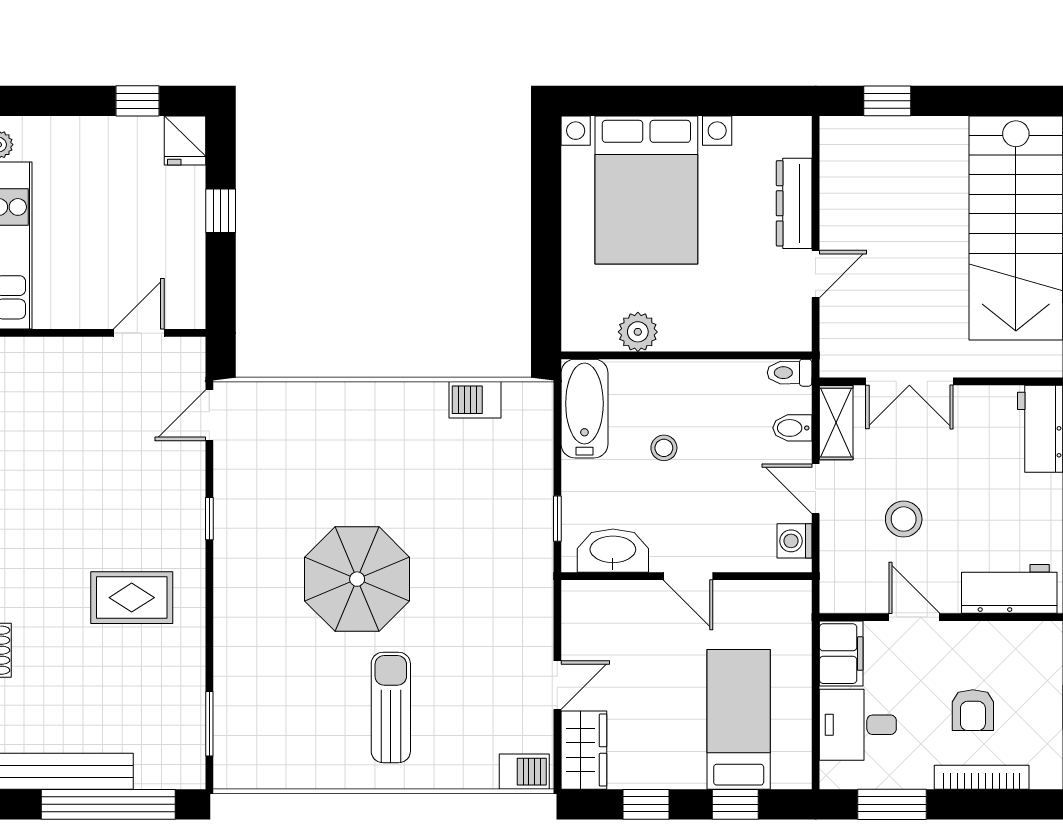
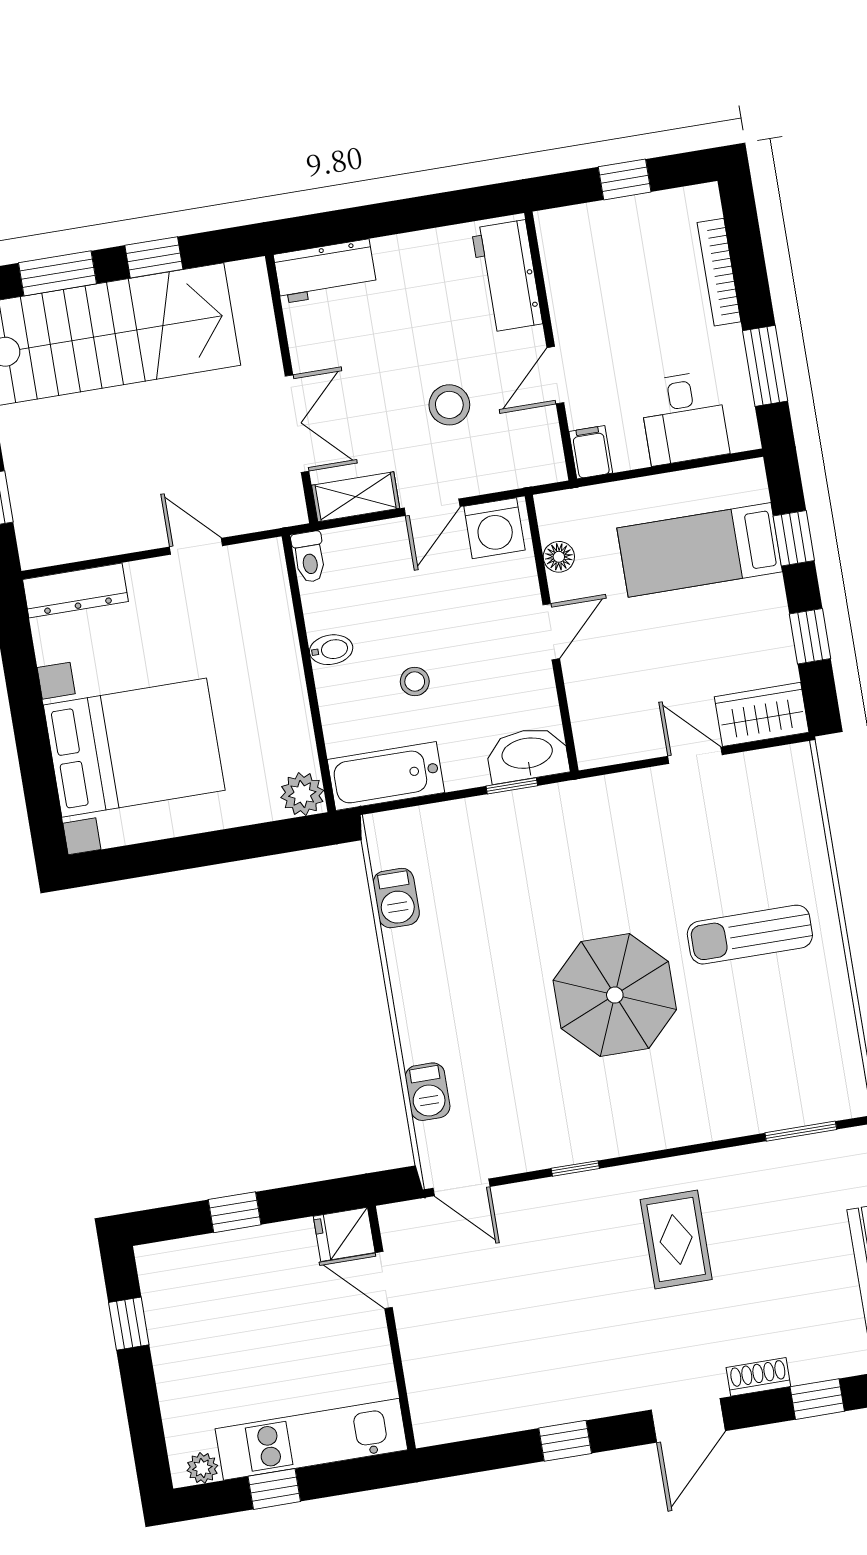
fridge: (185, 140) -> (344, 1234), moved, turned 180
dresser: (794, 203) -> (75, 590), moved
plant: (638, 332) -> (302, 794), moved
bidet: (792, 428) -> (331, 650), moved, turned -90
washing machine: (794, 541) -> (494, 528), width x1.38, depth x1.38
washbasin: (613, 551) -> (527, 755), moved, turned 90
floor lamp: (753, 594) -> (559, 557), added
filing cabinet: (841, 654) -> (591, 452), width x0.50
armchair: (973, 710) -> (647, 294), removed
barbecue: (524, 772) -> (428, 1092), moved, turned 180

